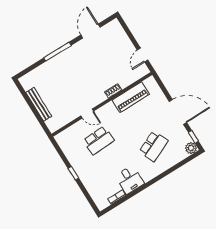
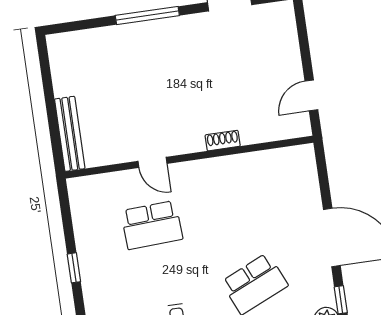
piano: (131, 97) -> (252, 168), removed
bench: (39, 104) -> (70, 134), moved

